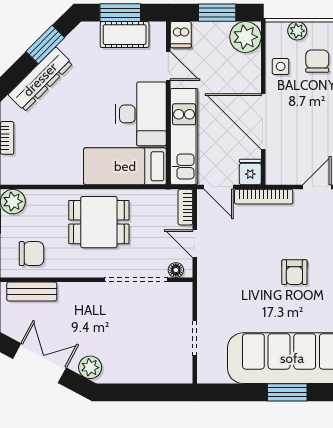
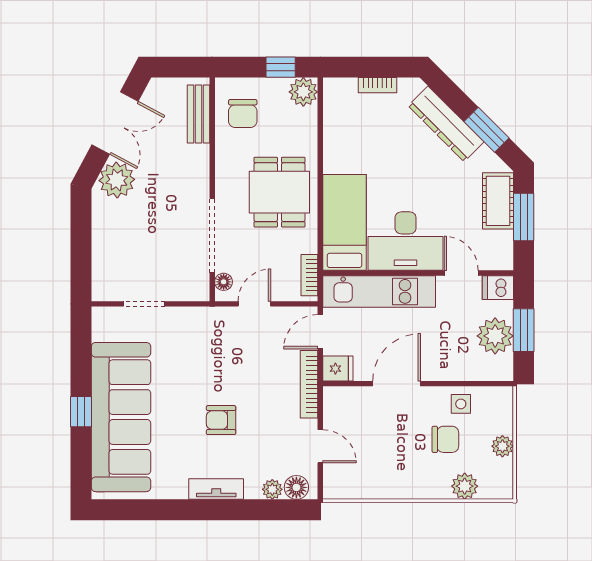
plant: (297, 31) -> (502, 446), moved
cot: (125, 35) -> (498, 201), moved
plant: (245, 37) -> (495, 336), moved
chair: (317, 61) -> (445, 439), moved
door: (168, 66) -> (461, 273), swing flipped
door: (263, 122) -> (397, 384), width x0.73
bookcase: (185, 207) -> (309, 275), moved, turned -90
plant: (90, 367) -> (117, 180), width x1.36, depth x1.36
window: (287, 392) -> (81, 412), width x0.67

